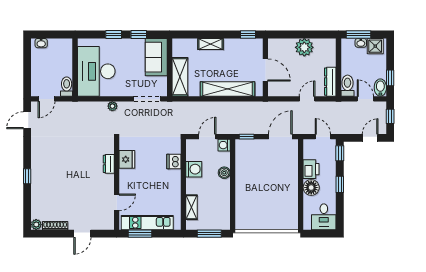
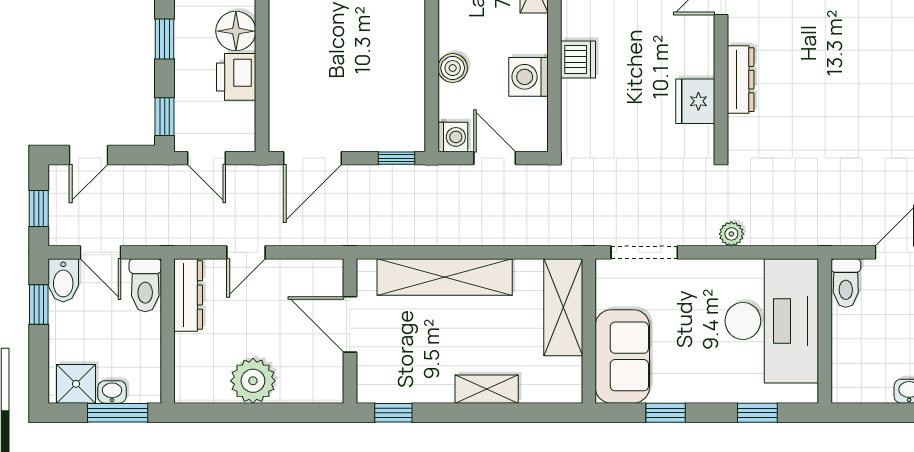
window: (114, 34) -> (757, 413), moved
door: (207, 137) -> (495, 158), swing flipped
dishwasher: (174, 162) -> (578, 59), moved
dresser: (109, 164) -> (741, 80), width x1.44

